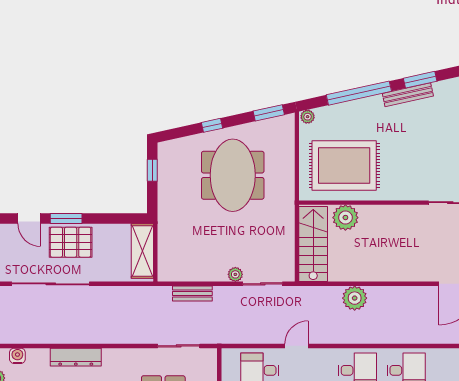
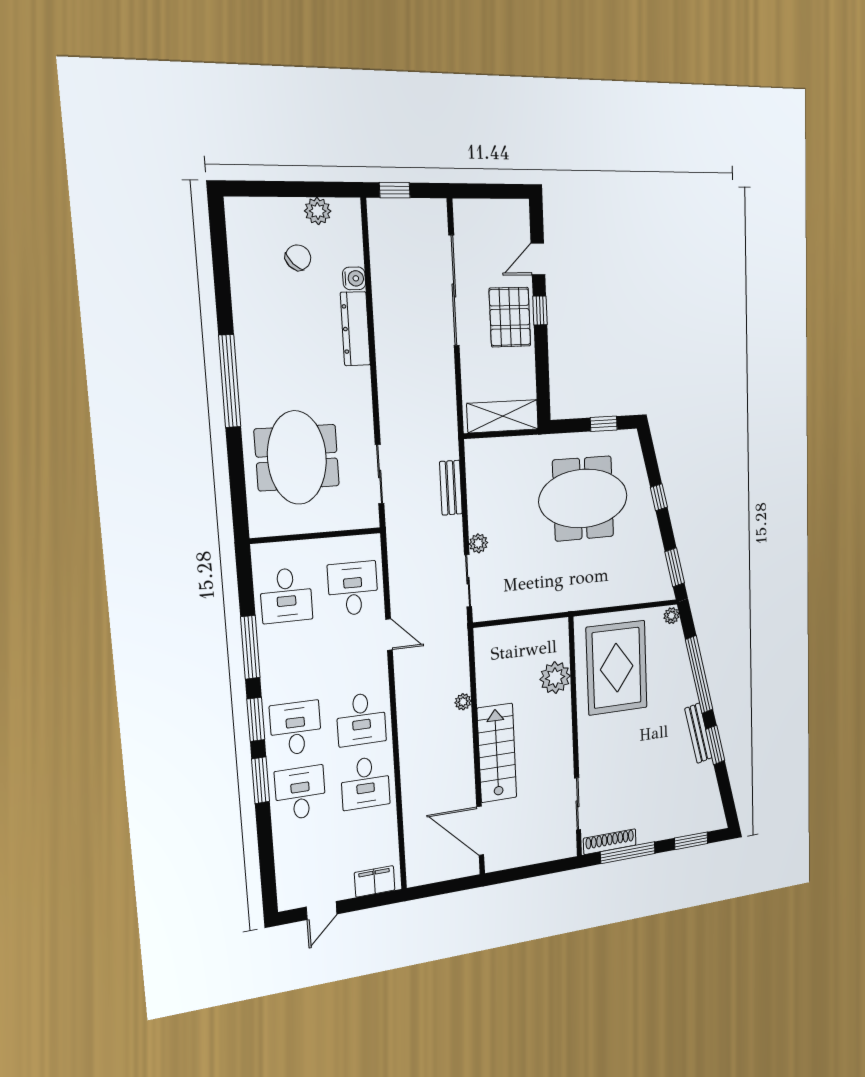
meeting table: (233, 175) -> (583, 499), moved
window: (66, 219) -> (540, 310), width x0.67
stairs: (313, 244) -> (497, 753), moved, turned -90
plant: (355, 298) -> (463, 702), width x0.53, depth x0.53
water cooler: (17, 356) -> (354, 278), moved

